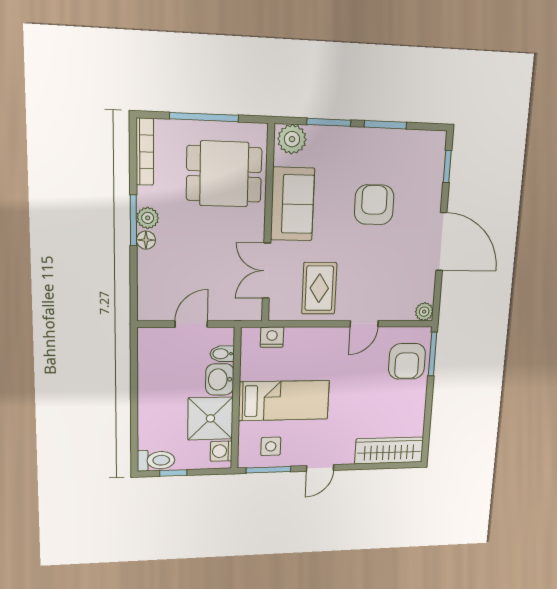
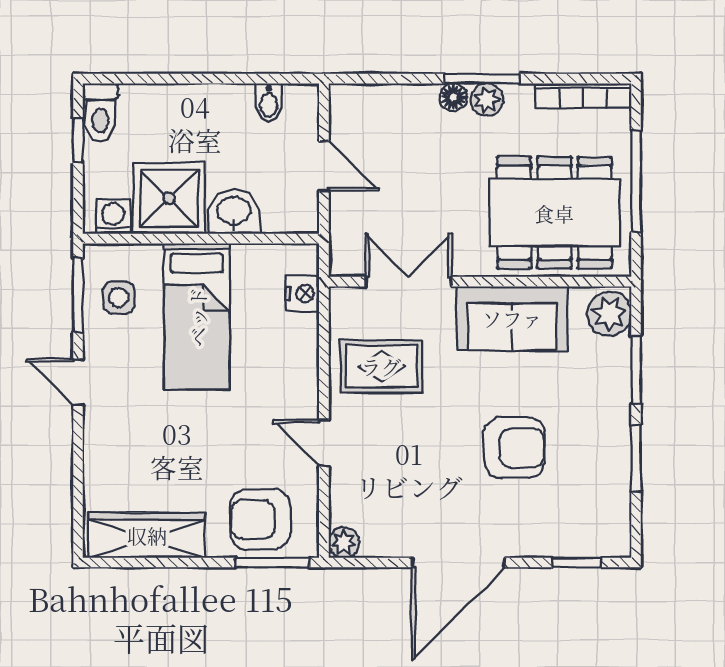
dining table: (224, 174) -> (554, 213), width x1.38
bidet: (222, 354) -> (269, 102), moved, turned 180
wardrobe: (389, 450) -> (147, 535), moved, turned -90

